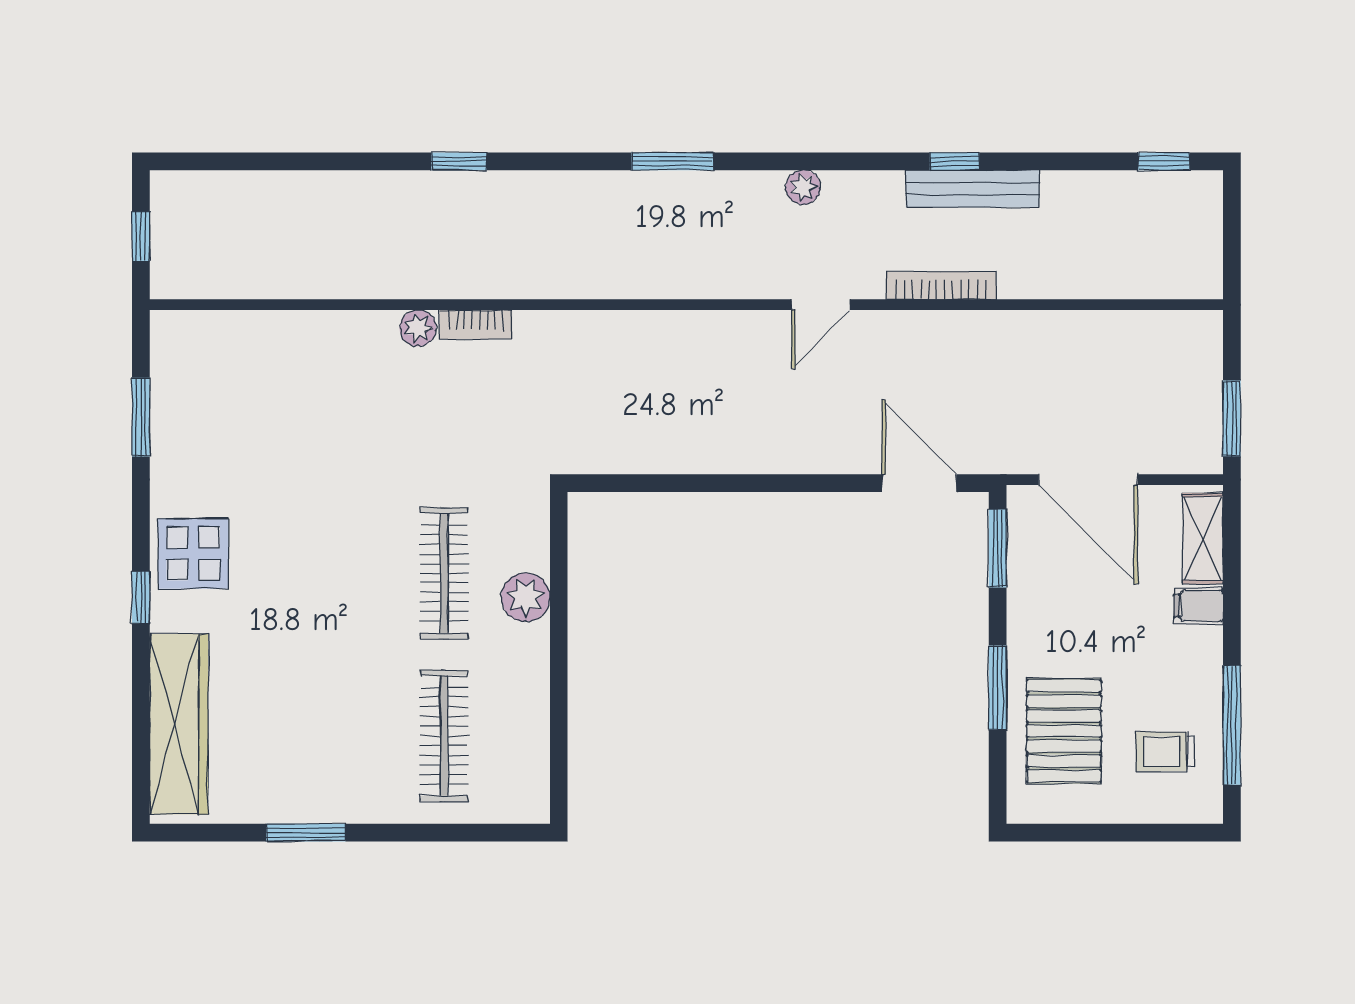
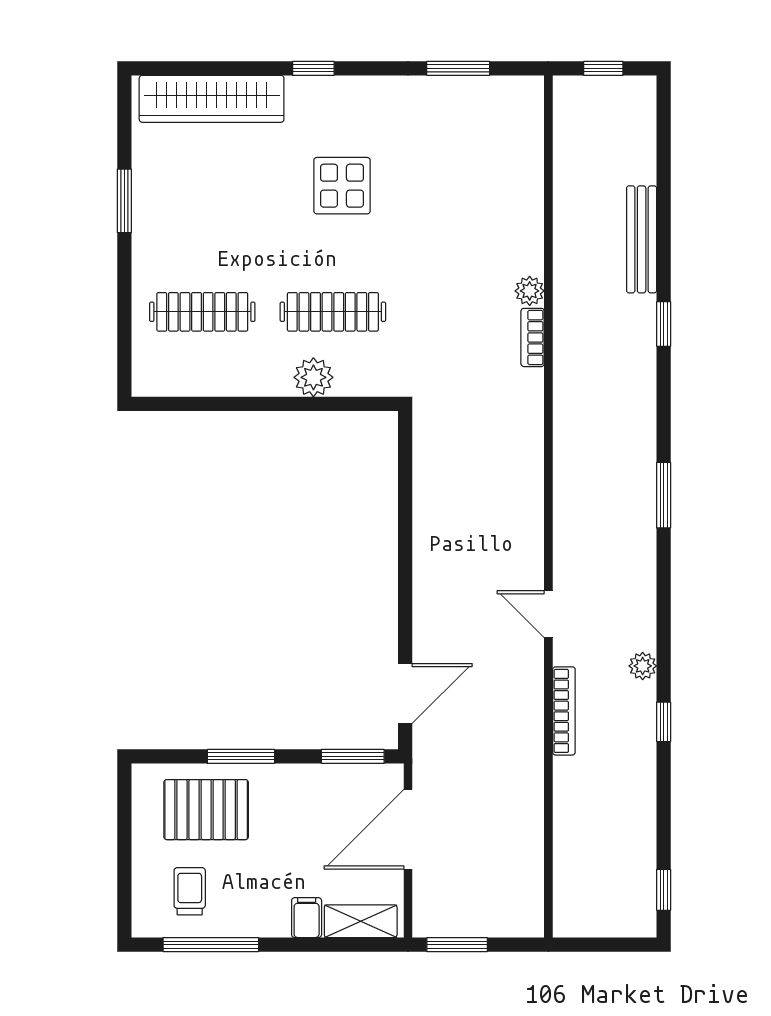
plant: (803, 187) -> (643, 666), moved
bench: (973, 189) -> (642, 239), moved
display table: (193, 554) -> (342, 186), moved

